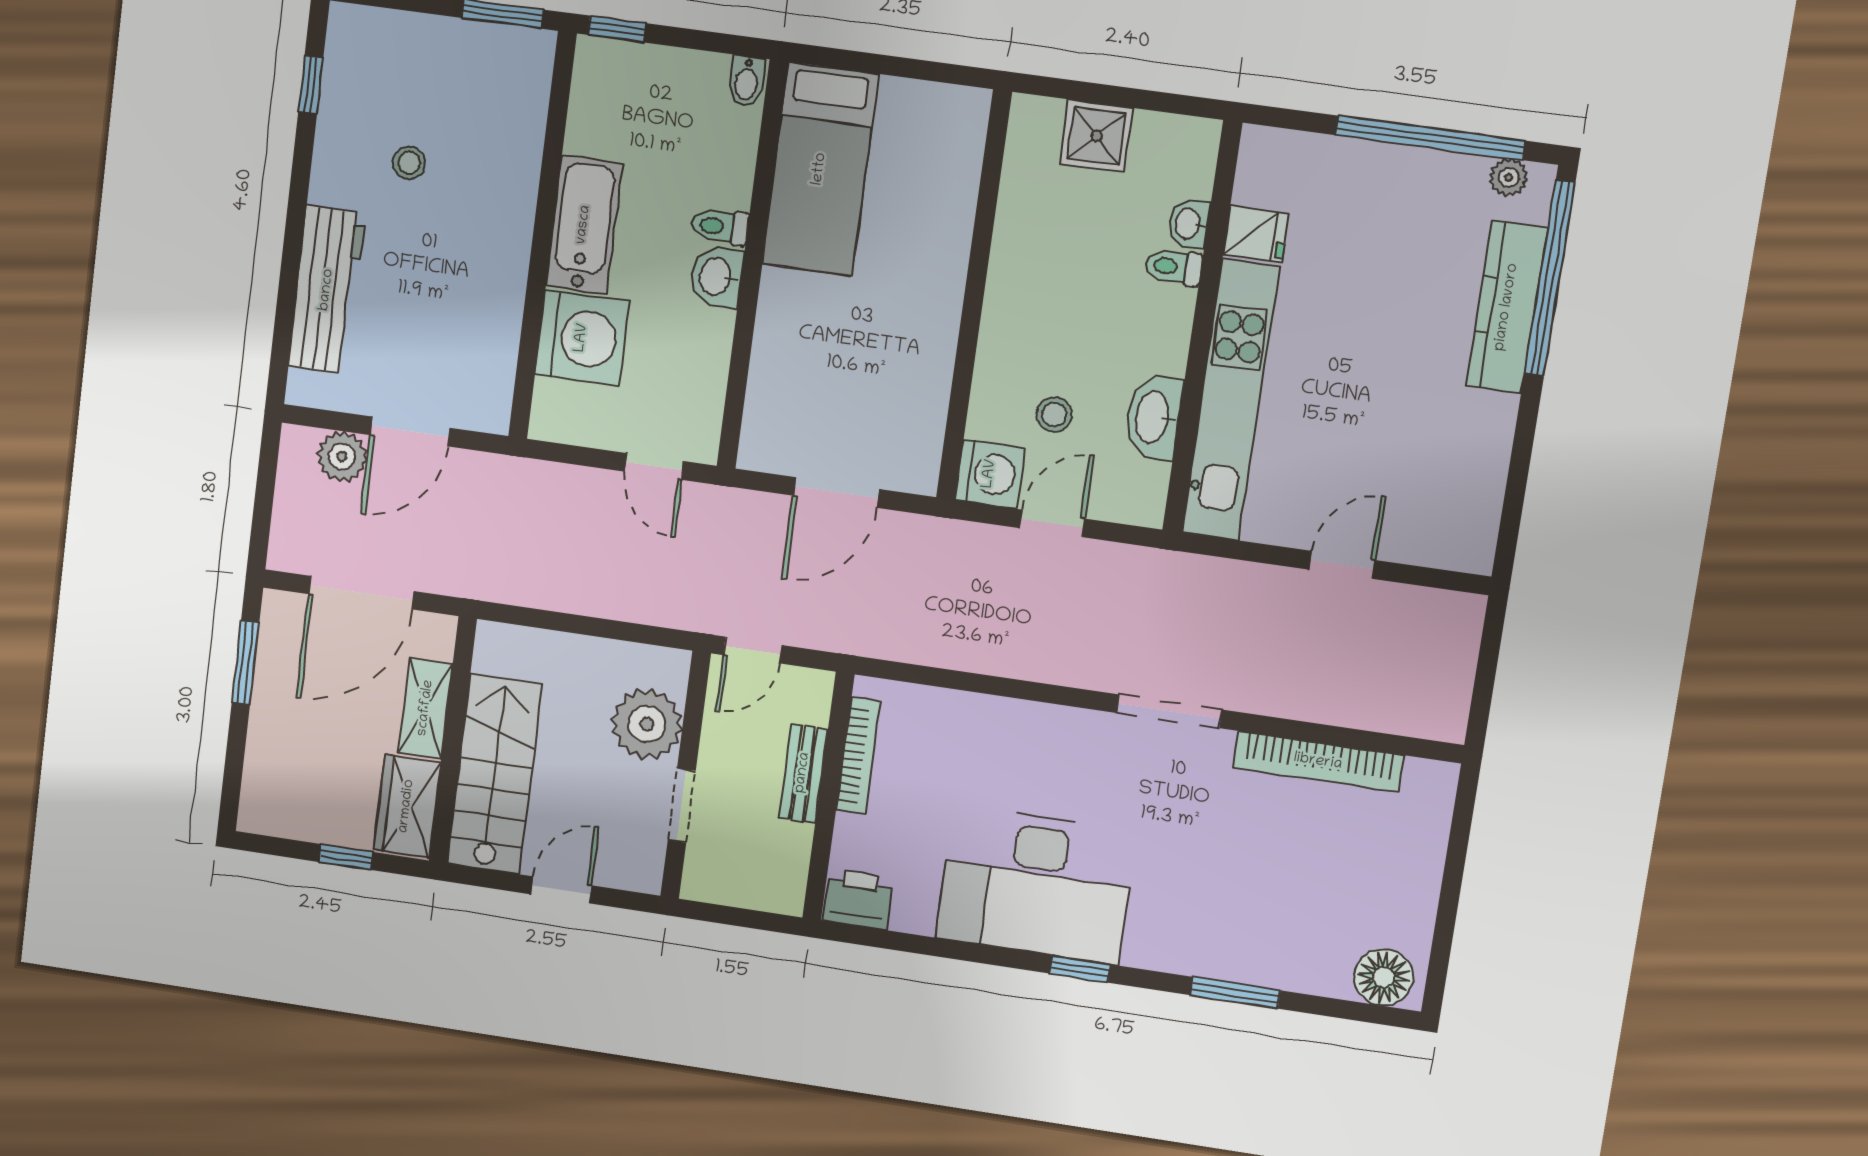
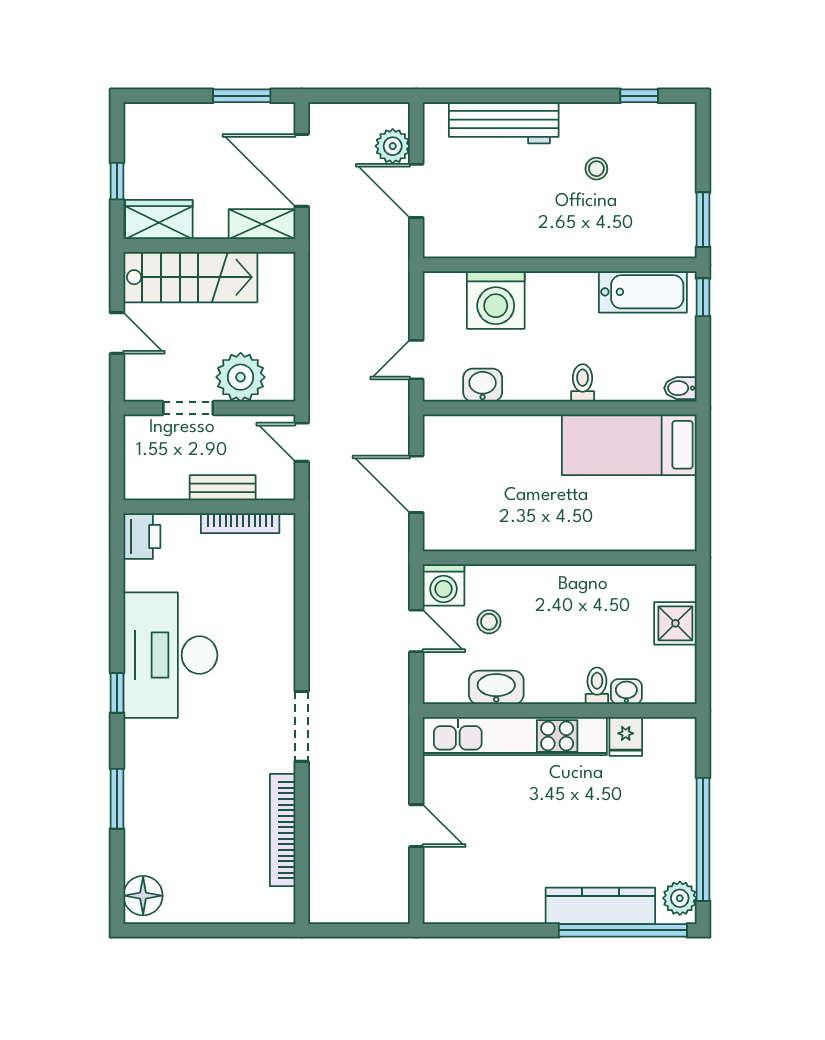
plant: (1509, 177) -> (680, 898), width x1.38, depth x1.38
bathtub: (584, 225) -> (643, 292), moved
washbasin: (717, 277) -> (483, 385), moved
shelving: (426, 708) -> (262, 224), moved

